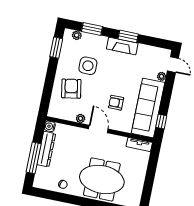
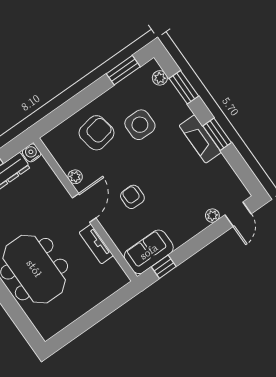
sofa: (148, 108) -> (149, 252), width x0.54, depth x0.79
tv unit: (139, 144) -> (96, 244), moved

